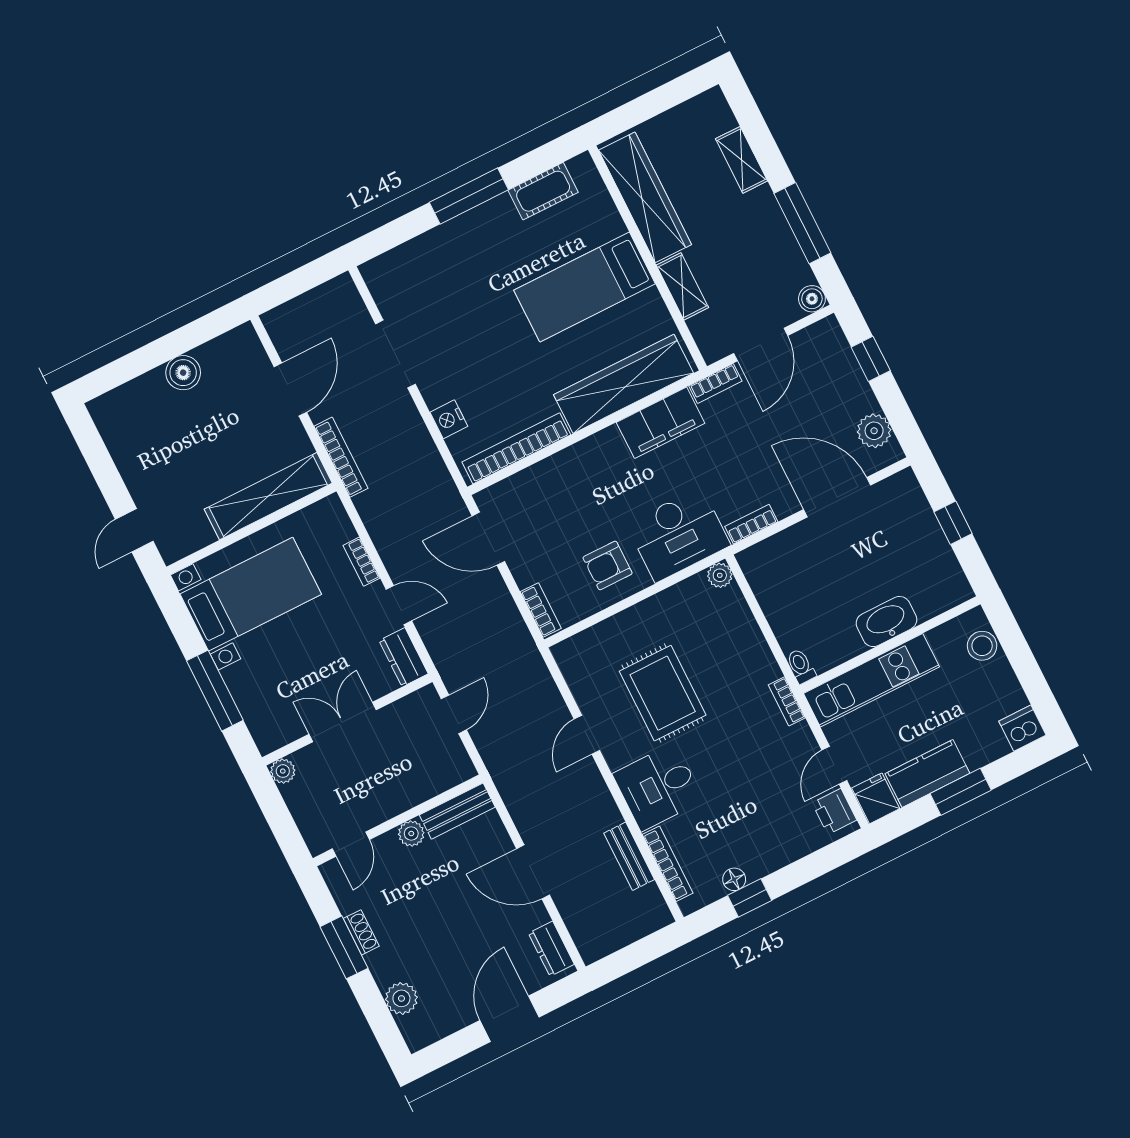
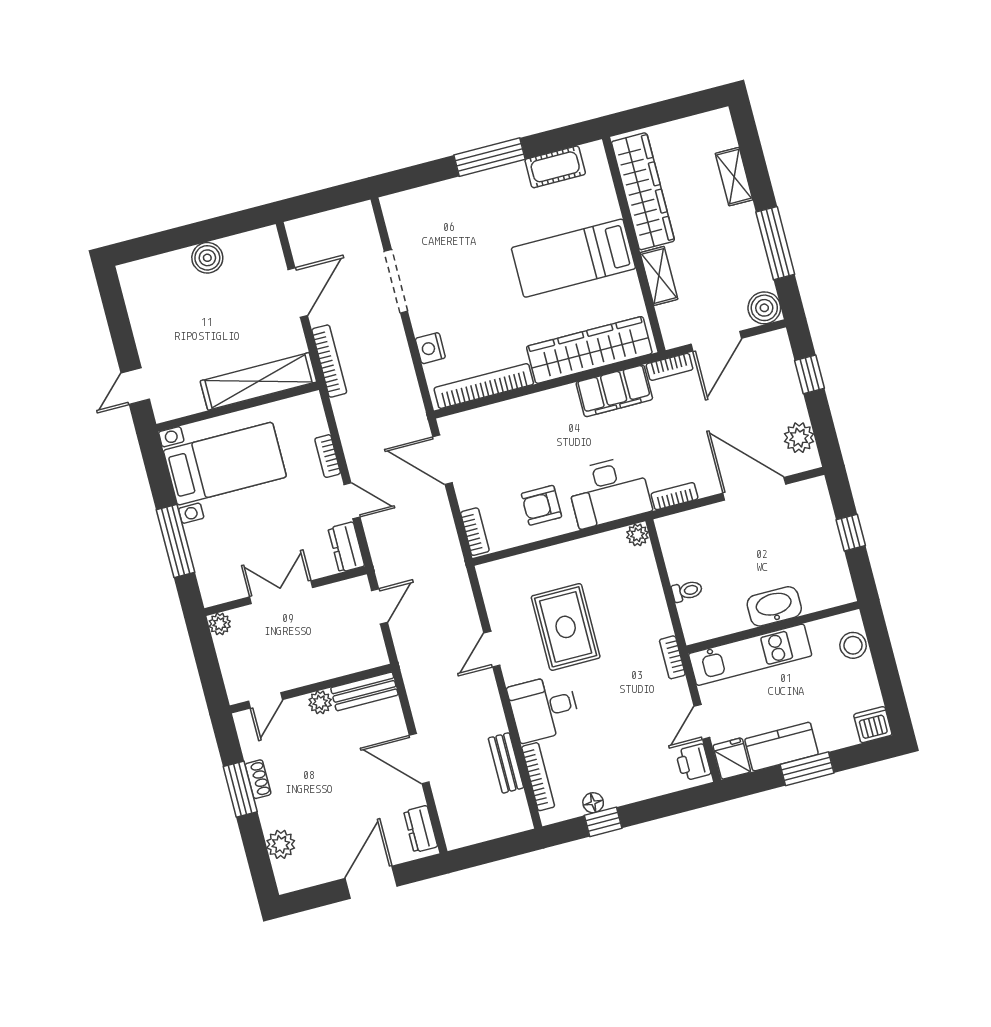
boiler: (812, 299) -> (764, 308), width x1.36, depth x1.36
toilet: (801, 666) -> (687, 591), moved, turned 90

